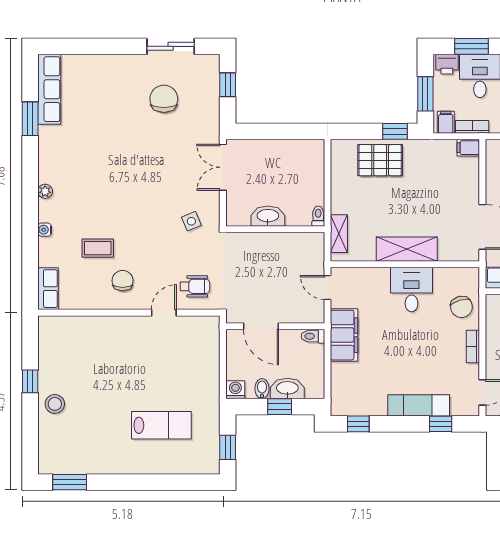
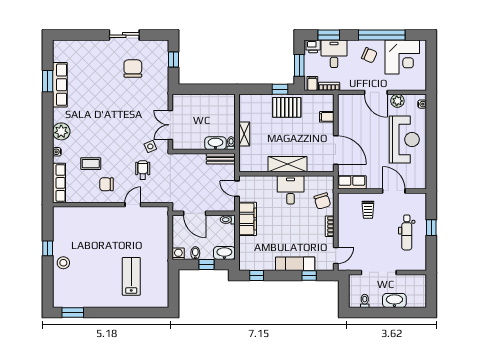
sliding door: (171, 46) -> (124, 35), moved
row of seats: (49, 89) -> (60, 85), moved
filing cabinet: (468, 148) -> (327, 117), moved
pallet: (380, 160) -> (287, 107), moved
double door: (223, 167) -> (170, 125), moved
plant: (45, 191) -> (61, 131), width x1.87, depth x1.87
washbasin: (268, 216) -> (215, 143), moved
shelving: (339, 234) -> (244, 134), moved
bench: (301, 241) -> (220, 159), added
chair: (123, 281) -> (107, 184), turned -90
wheelchair: (195, 286) -> (143, 170), moved, turned -90
row of seats: (48, 289) -> (59, 183), width x1.48
washbasin: (287, 388) -> (224, 253), moved
lab bench: (161, 425) -> (131, 276), turned -90
window: (228, 447) -> (173, 290), removed

